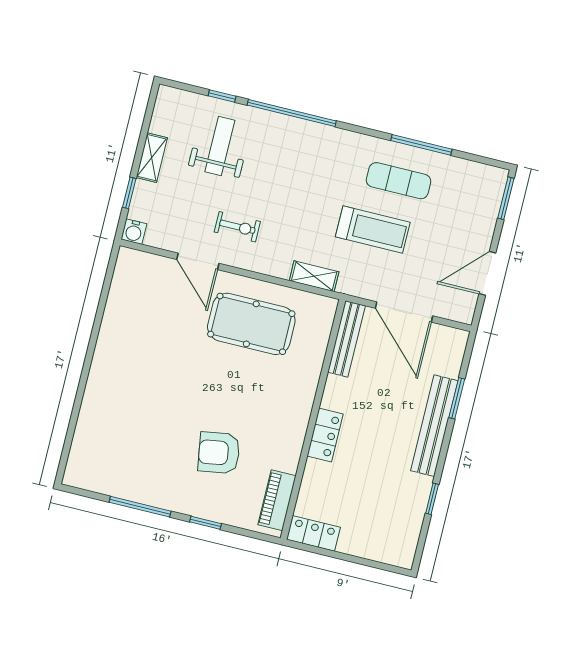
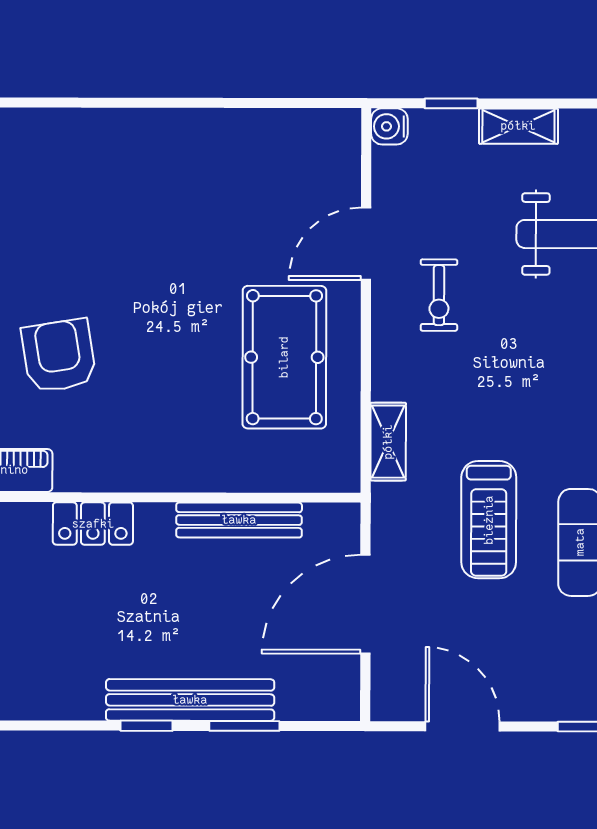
bench: (346, 339) -> (239, 520), moved
locker: (325, 435) -> (93, 524), moved
window: (432, 499) -> (146, 726), moved

